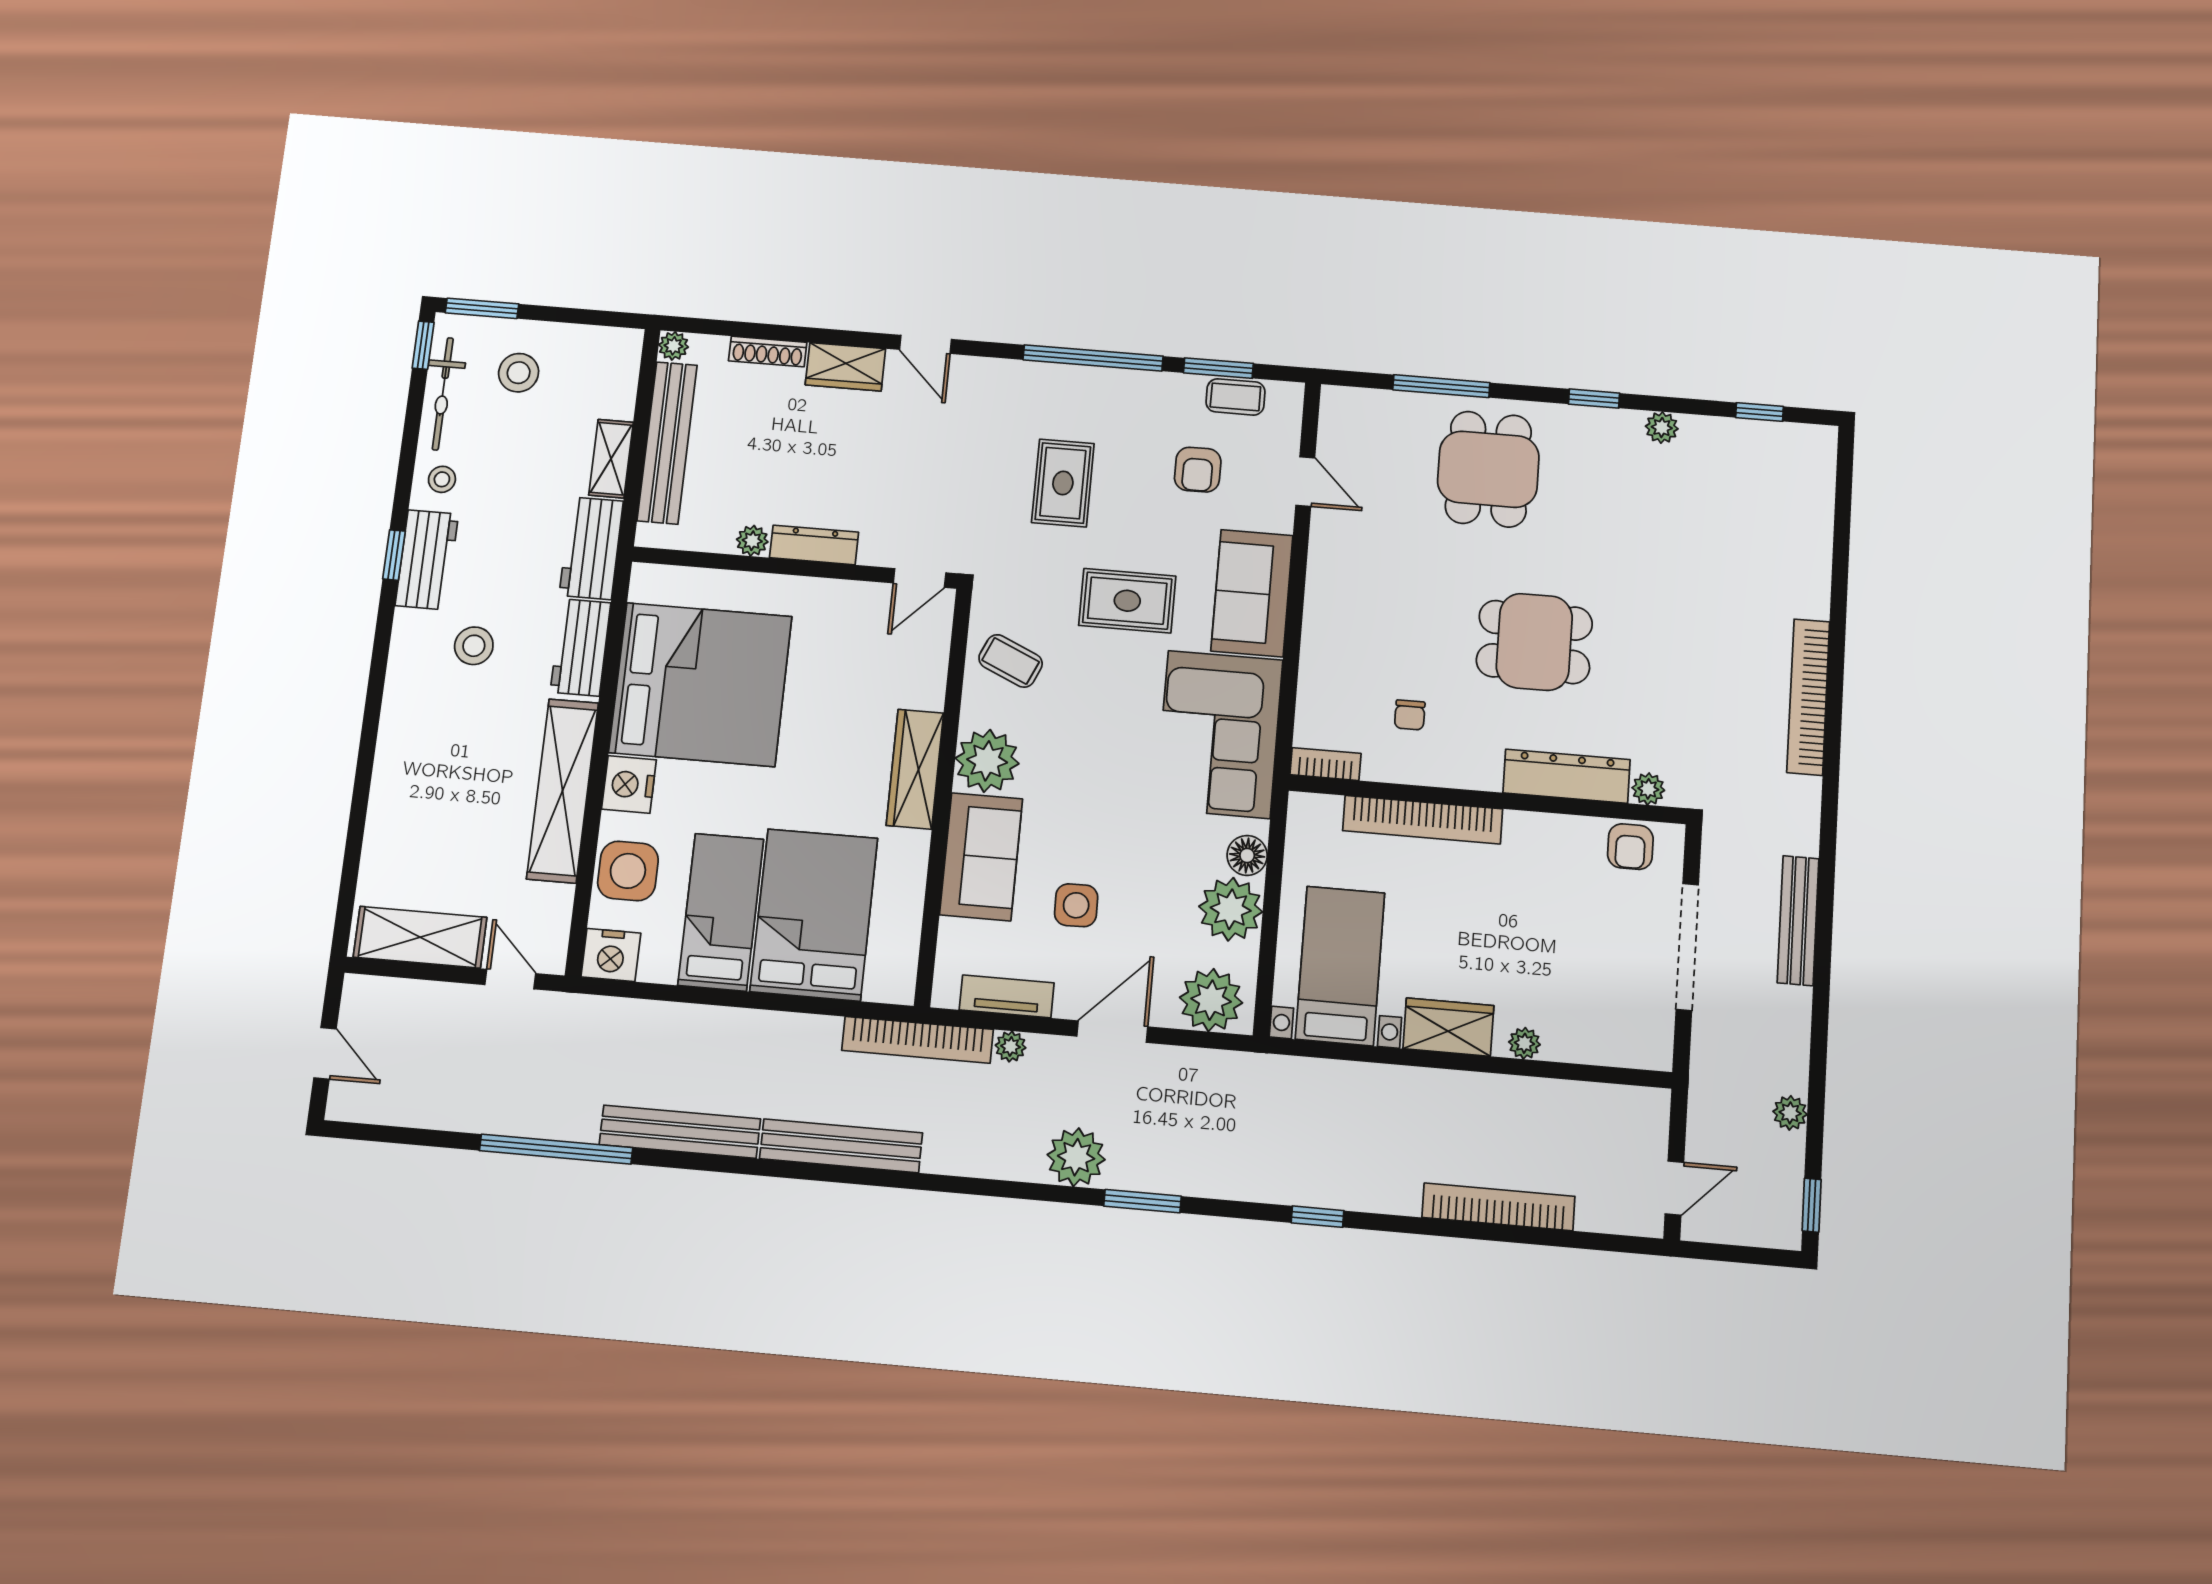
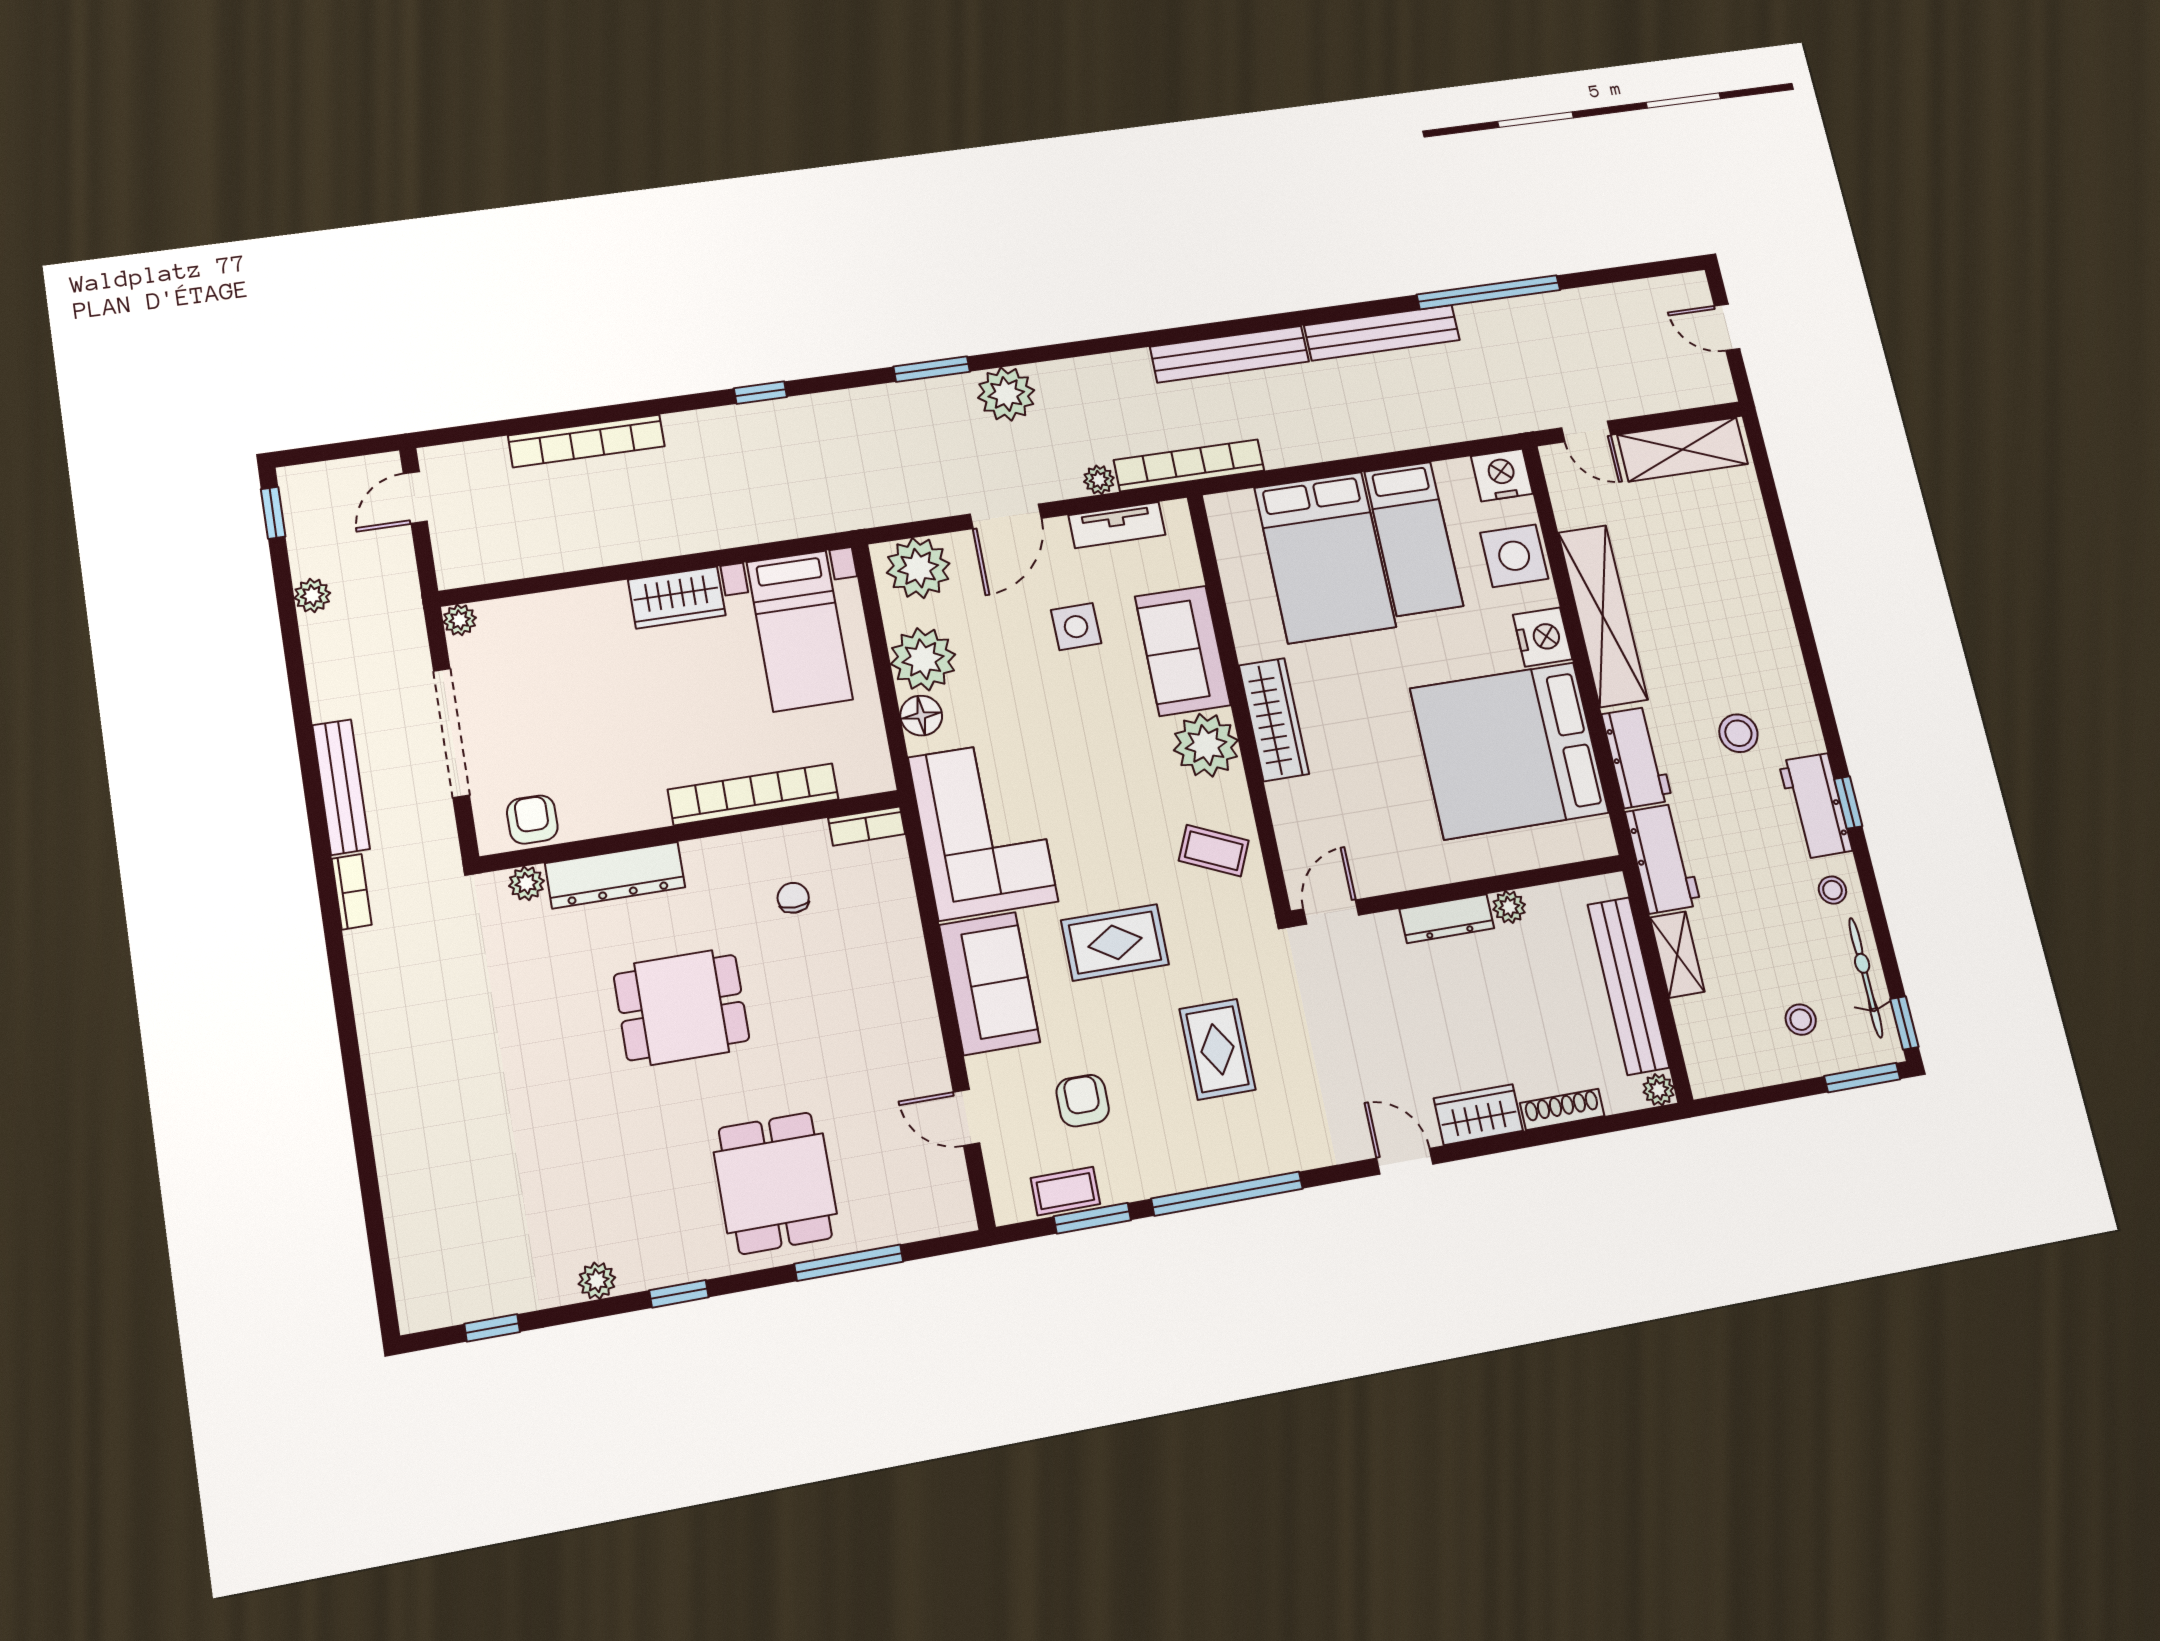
stool: (519, 373) -> (1801, 1020), width x0.73, depth x0.73
bookcase: (1808, 697) -> (352, 892), moved, width x0.43, depth x0.76
plant: (1524, 1043) -> (460, 620), moved

